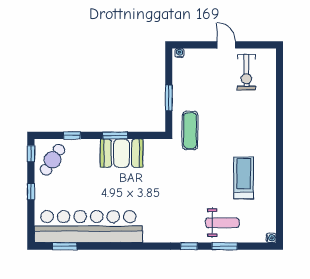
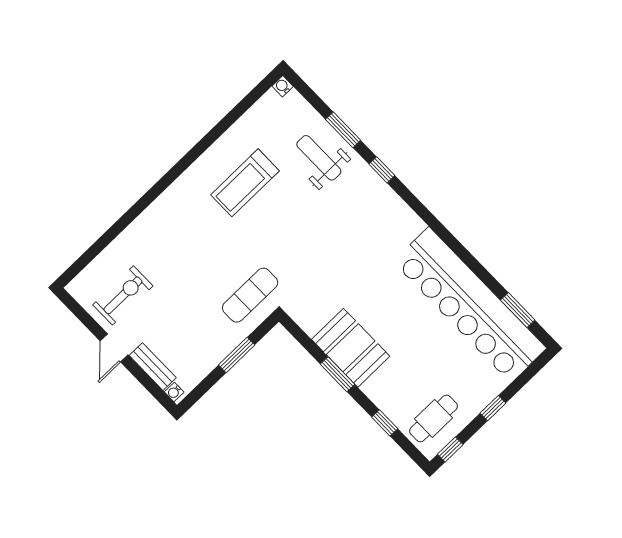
bench: (201, 54) -> (153, 367), added
cafe table: (53, 160) -> (434, 418), turned -33

